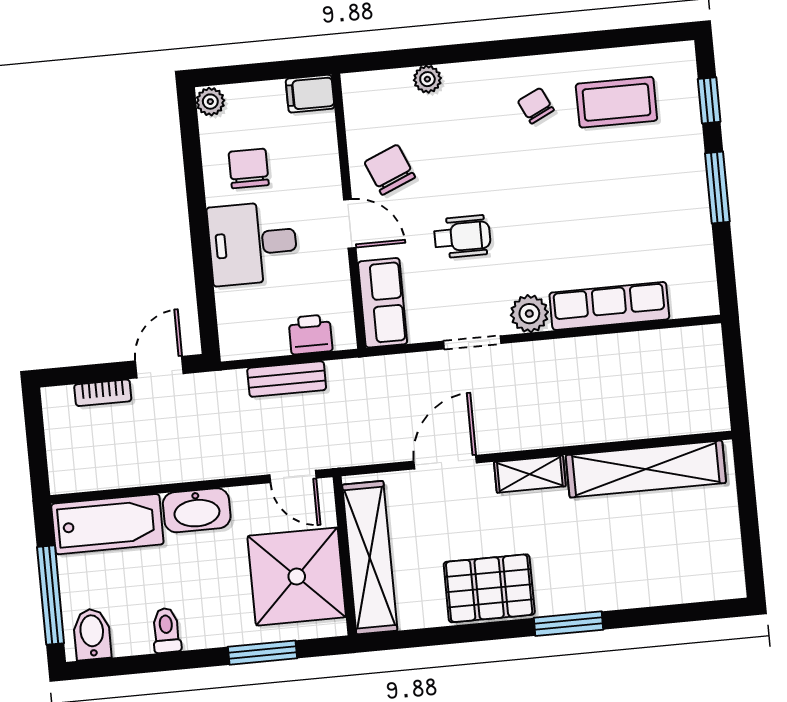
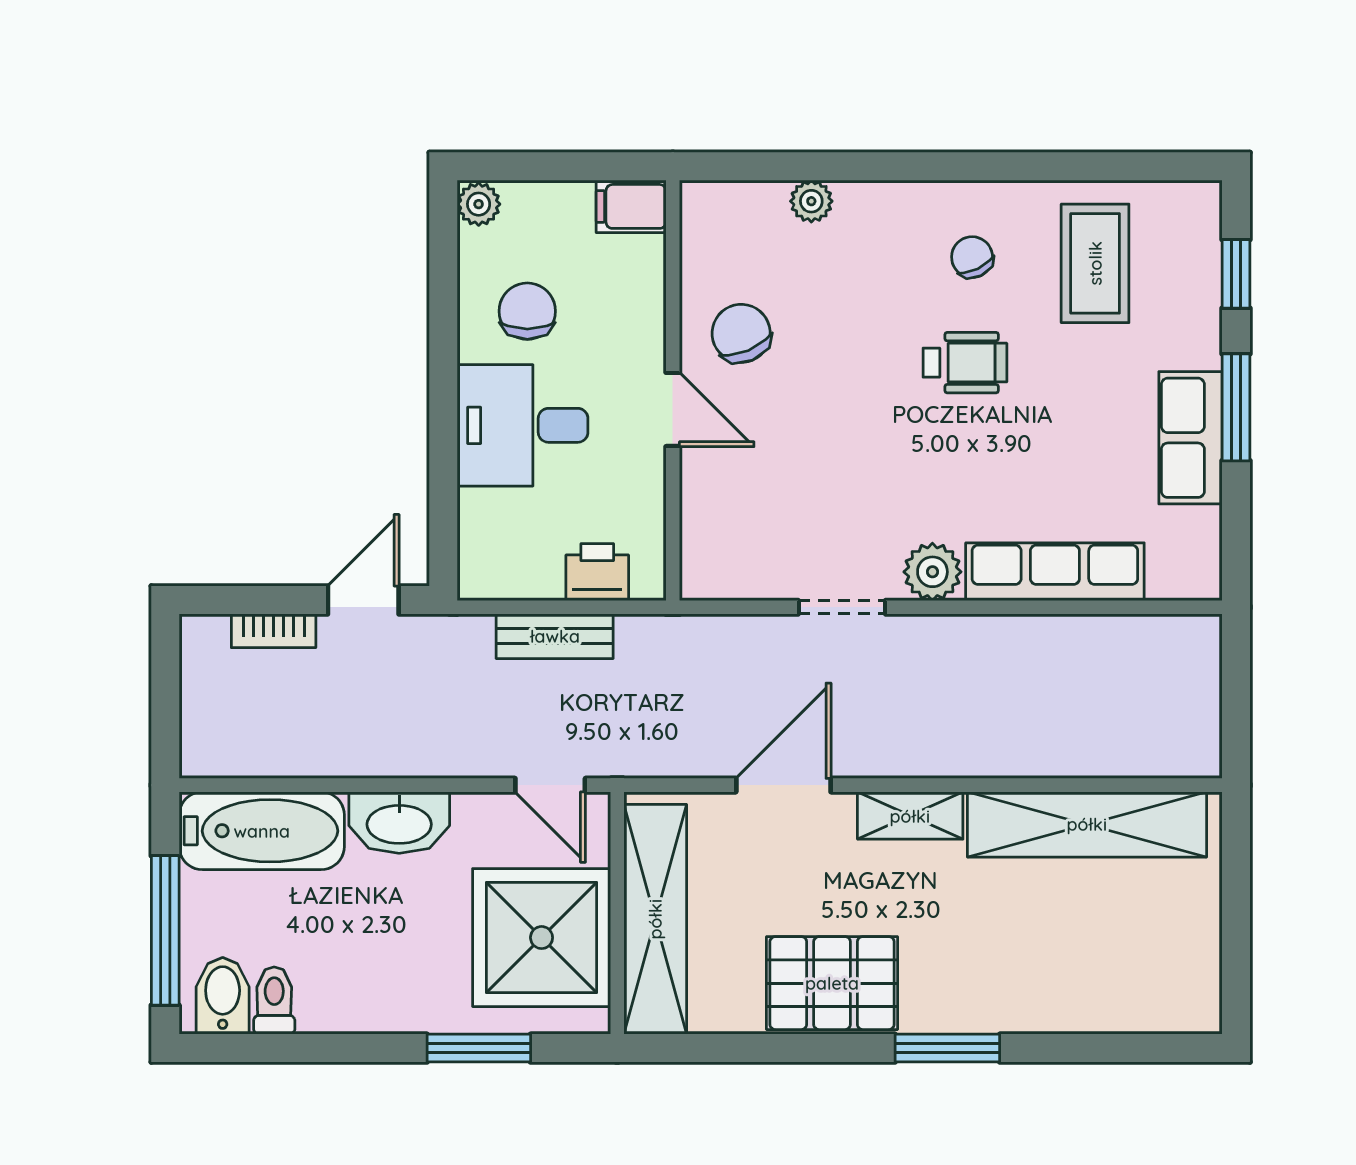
coffee table: (616, 102) -> (1095, 263), turned 90
wheelchair: (462, 237) -> (965, 363), moved
row of seats: (383, 303) -> (1190, 438), moved, turned 180
toilet: (166, 630) -> (274, 1001), moved

